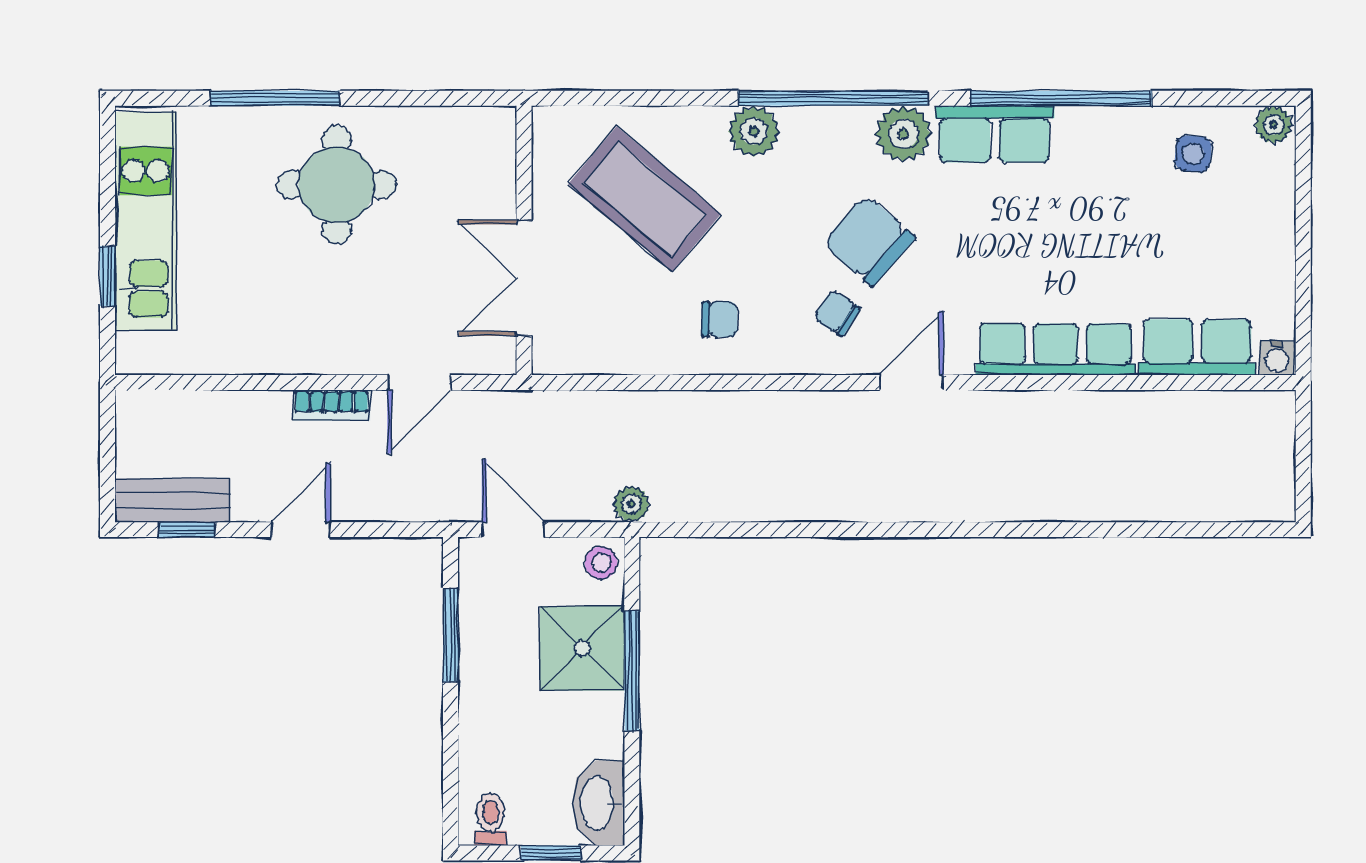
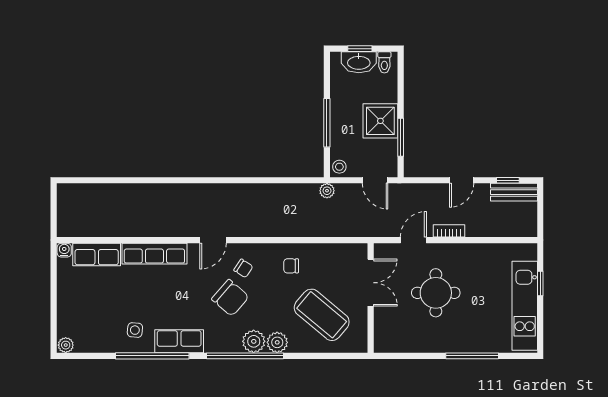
plant: (903, 134) -> (254, 341), moved
side table: (1193, 154) -> (135, 330), moved
round table: (337, 185) -> (436, 293), moved
shower: (582, 648) -> (380, 121), moved
washbasin: (598, 803) -> (359, 62), moved, turned 90

